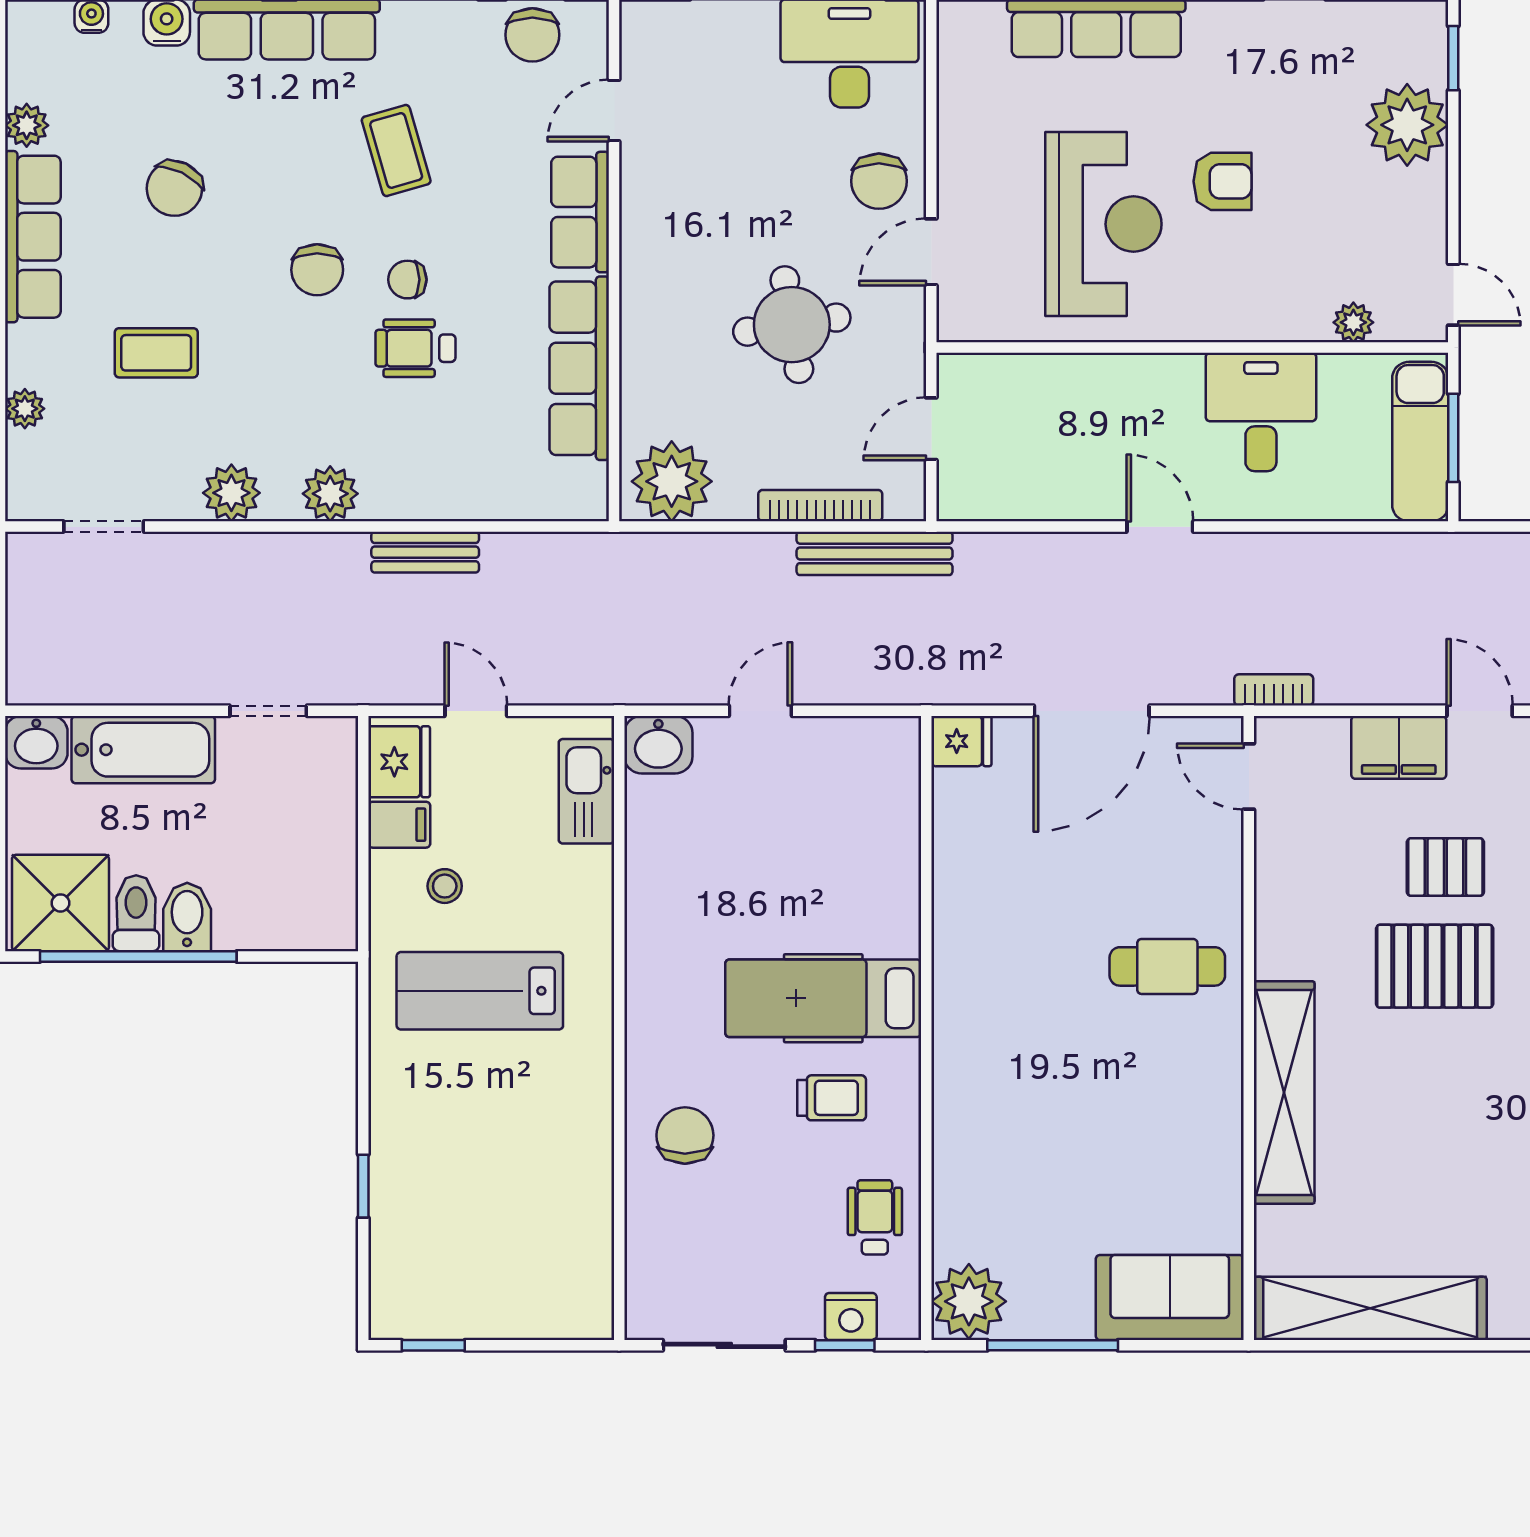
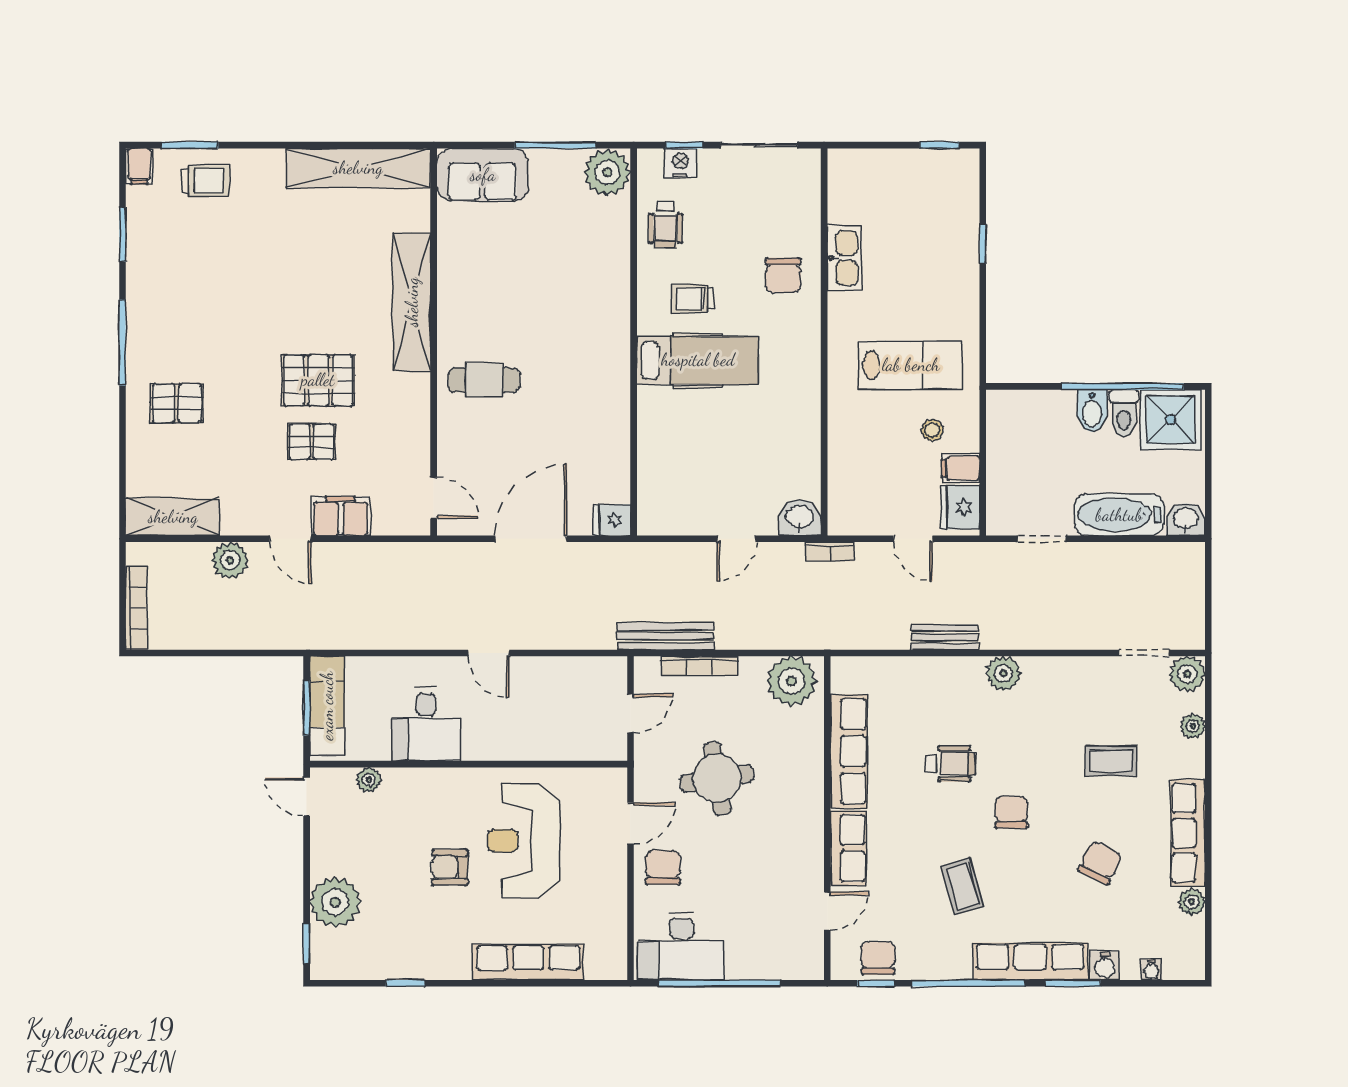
chair: (407, 280) -> (955, 806), removed
plant: (231, 493) -> (1187, 674), moved
bookcase: (1274, 690) -> (830, 552), moved
kitchen sink: (586, 791) -> (844, 258), moved

